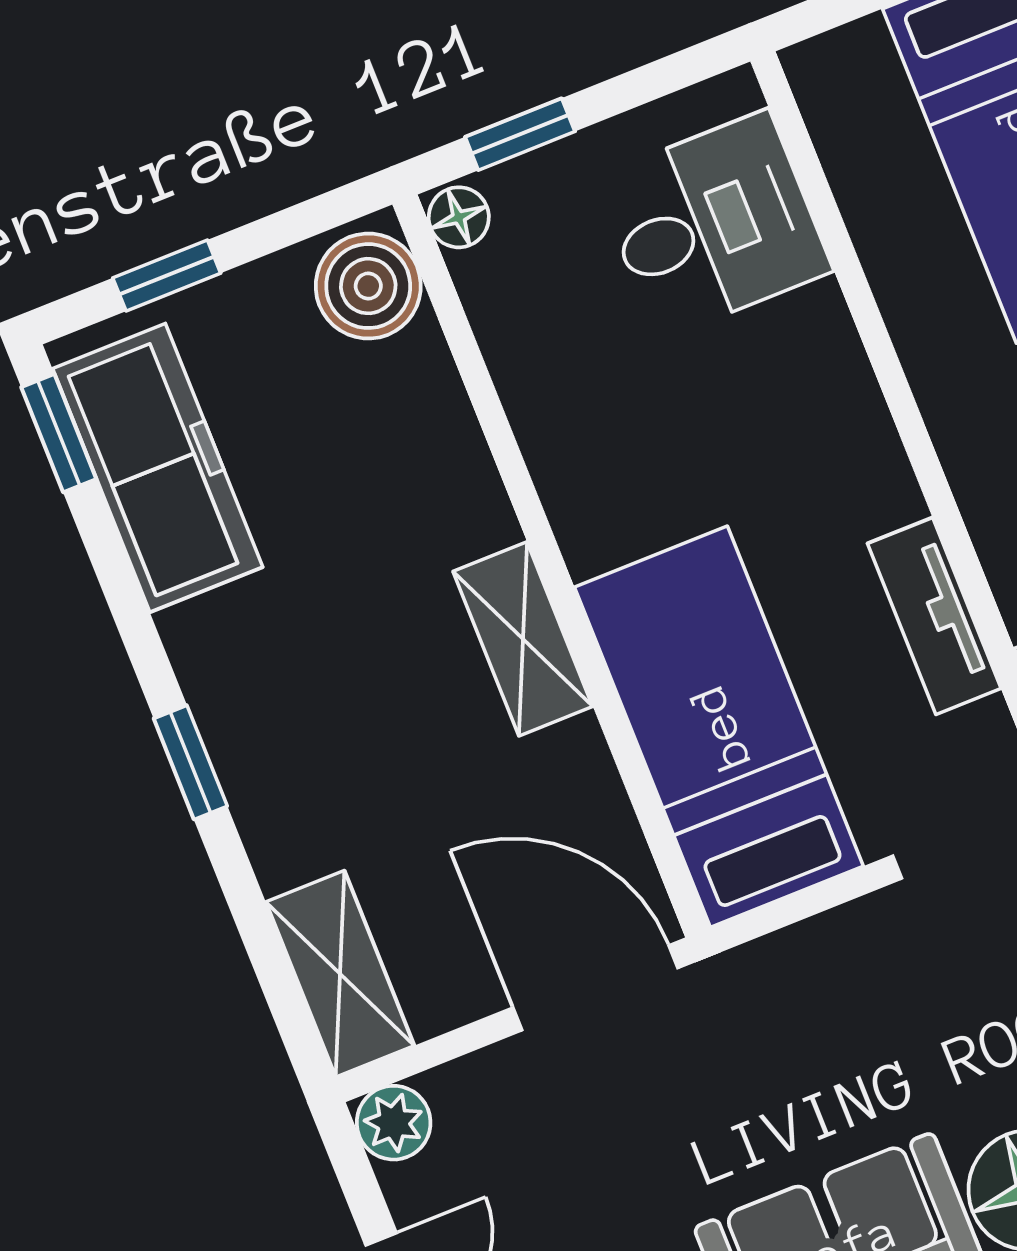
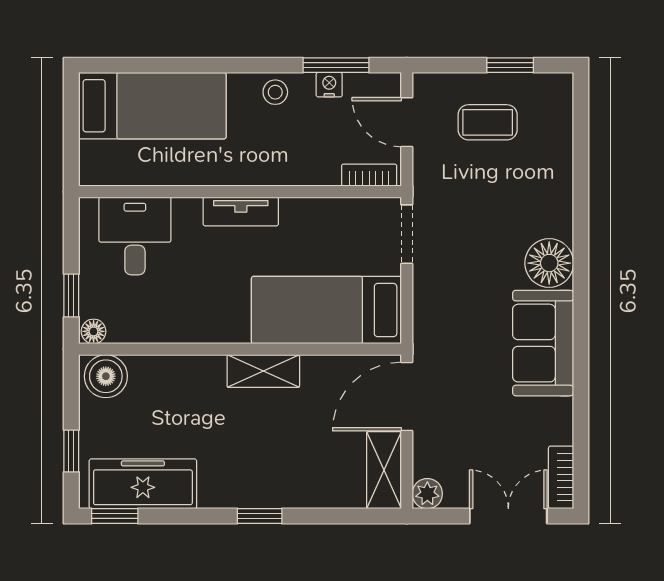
tv unit: (934, 616) -> (241, 211), moved
shelving: (340, 974) -> (384, 470), moved, turned 90

